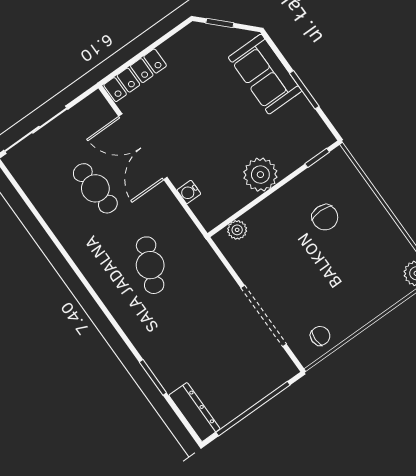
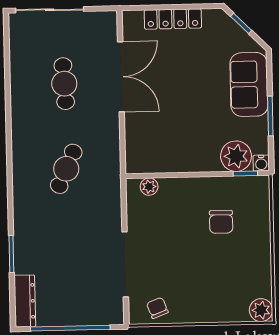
locker: (135, 75) -> (173, 19), moved
double door: (143, 147) -> (121, 77), swing flipped
plant: (260, 175) -> (236, 156), moved
water cooler: (189, 192) -> (261, 163), moved, turned -90
chair: (320, 336) -> (157, 308), turned -111

